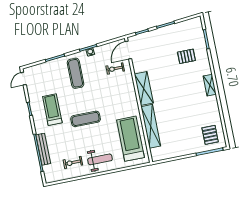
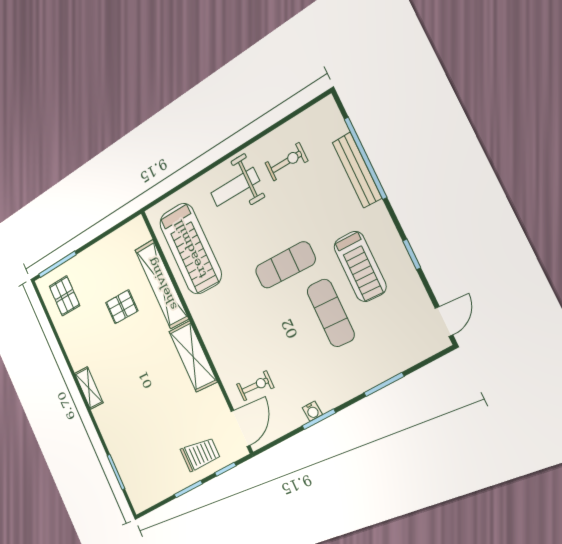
trolley: (154, 41) -> (200, 454), added
pallet: (186, 56) -> (122, 307), moved
exercise mat: (76, 73) -> (331, 313), moved

